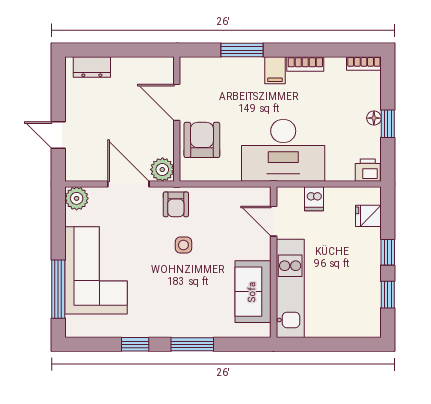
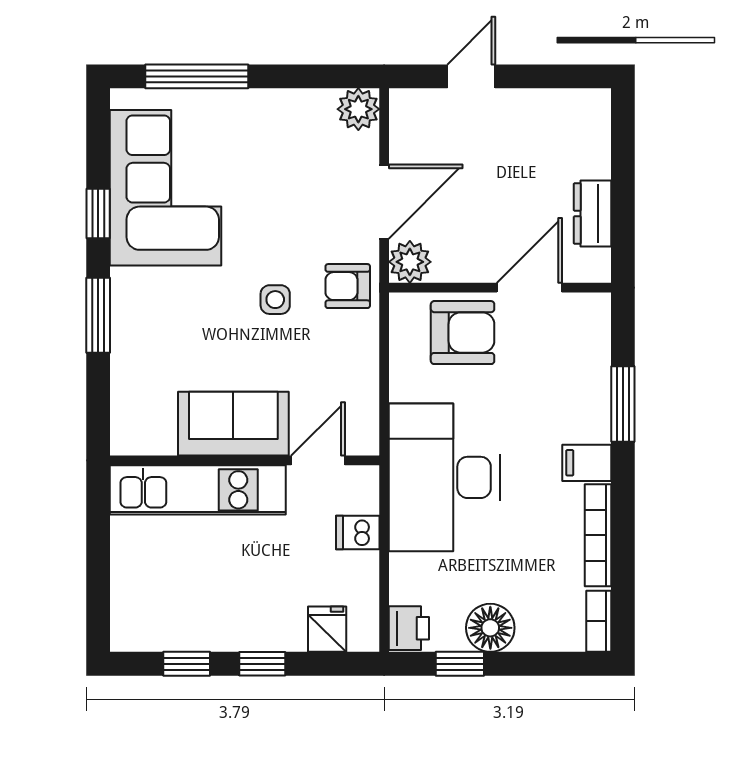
bookcase: (305, 64) -> (598, 535), width x1.56
dresser: (92, 67) -> (592, 214), moved
floor lamp: (374, 118) -> (490, 628), width x1.89, depth x1.89
window: (388, 124) -> (460, 664), moved
corner sofa: (96, 270) -> (165, 188), moved, turned -90
sofa: (253, 292) -> (233, 424), moved

